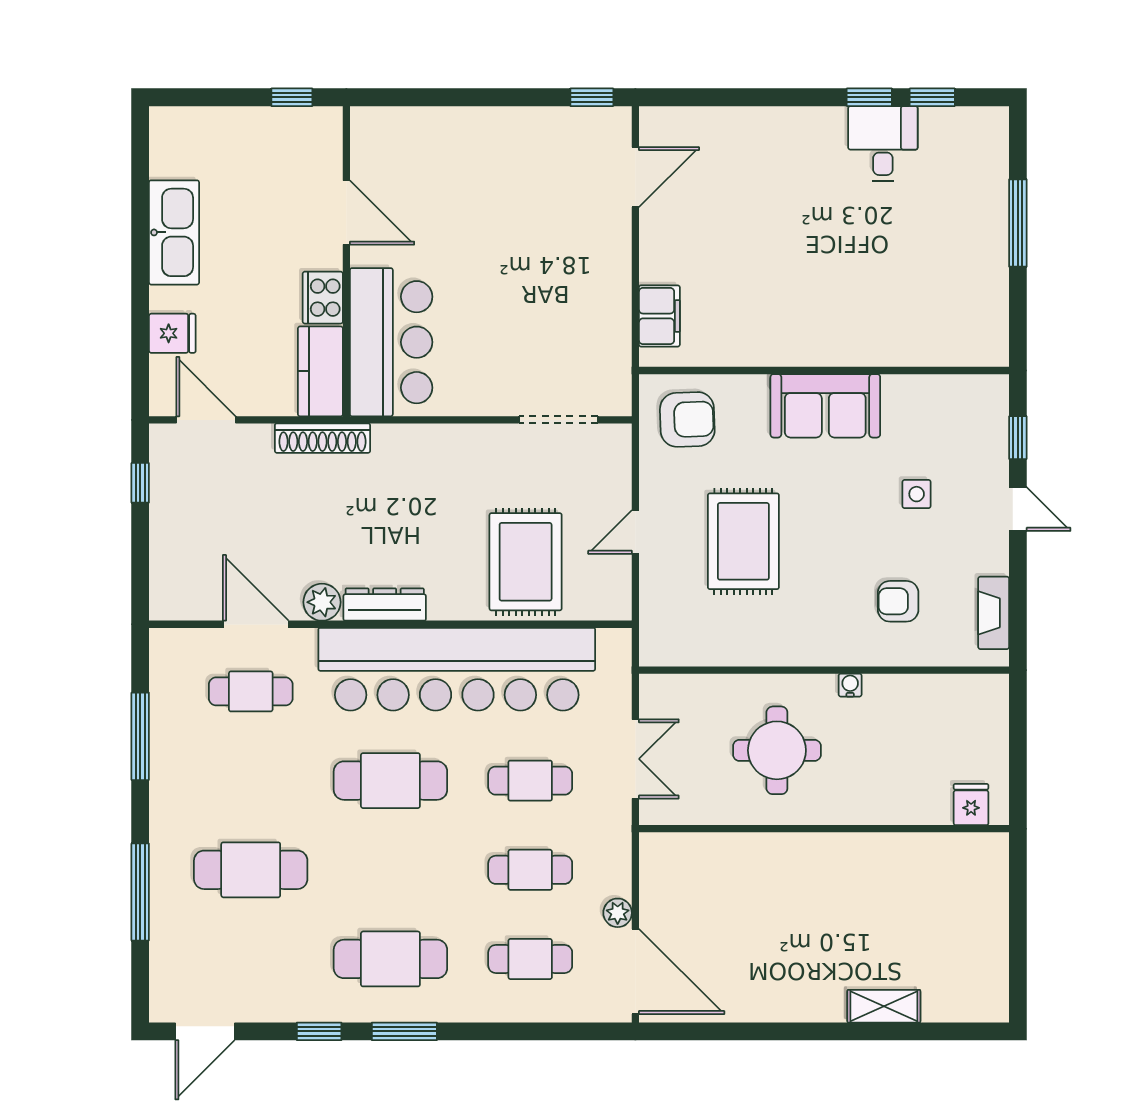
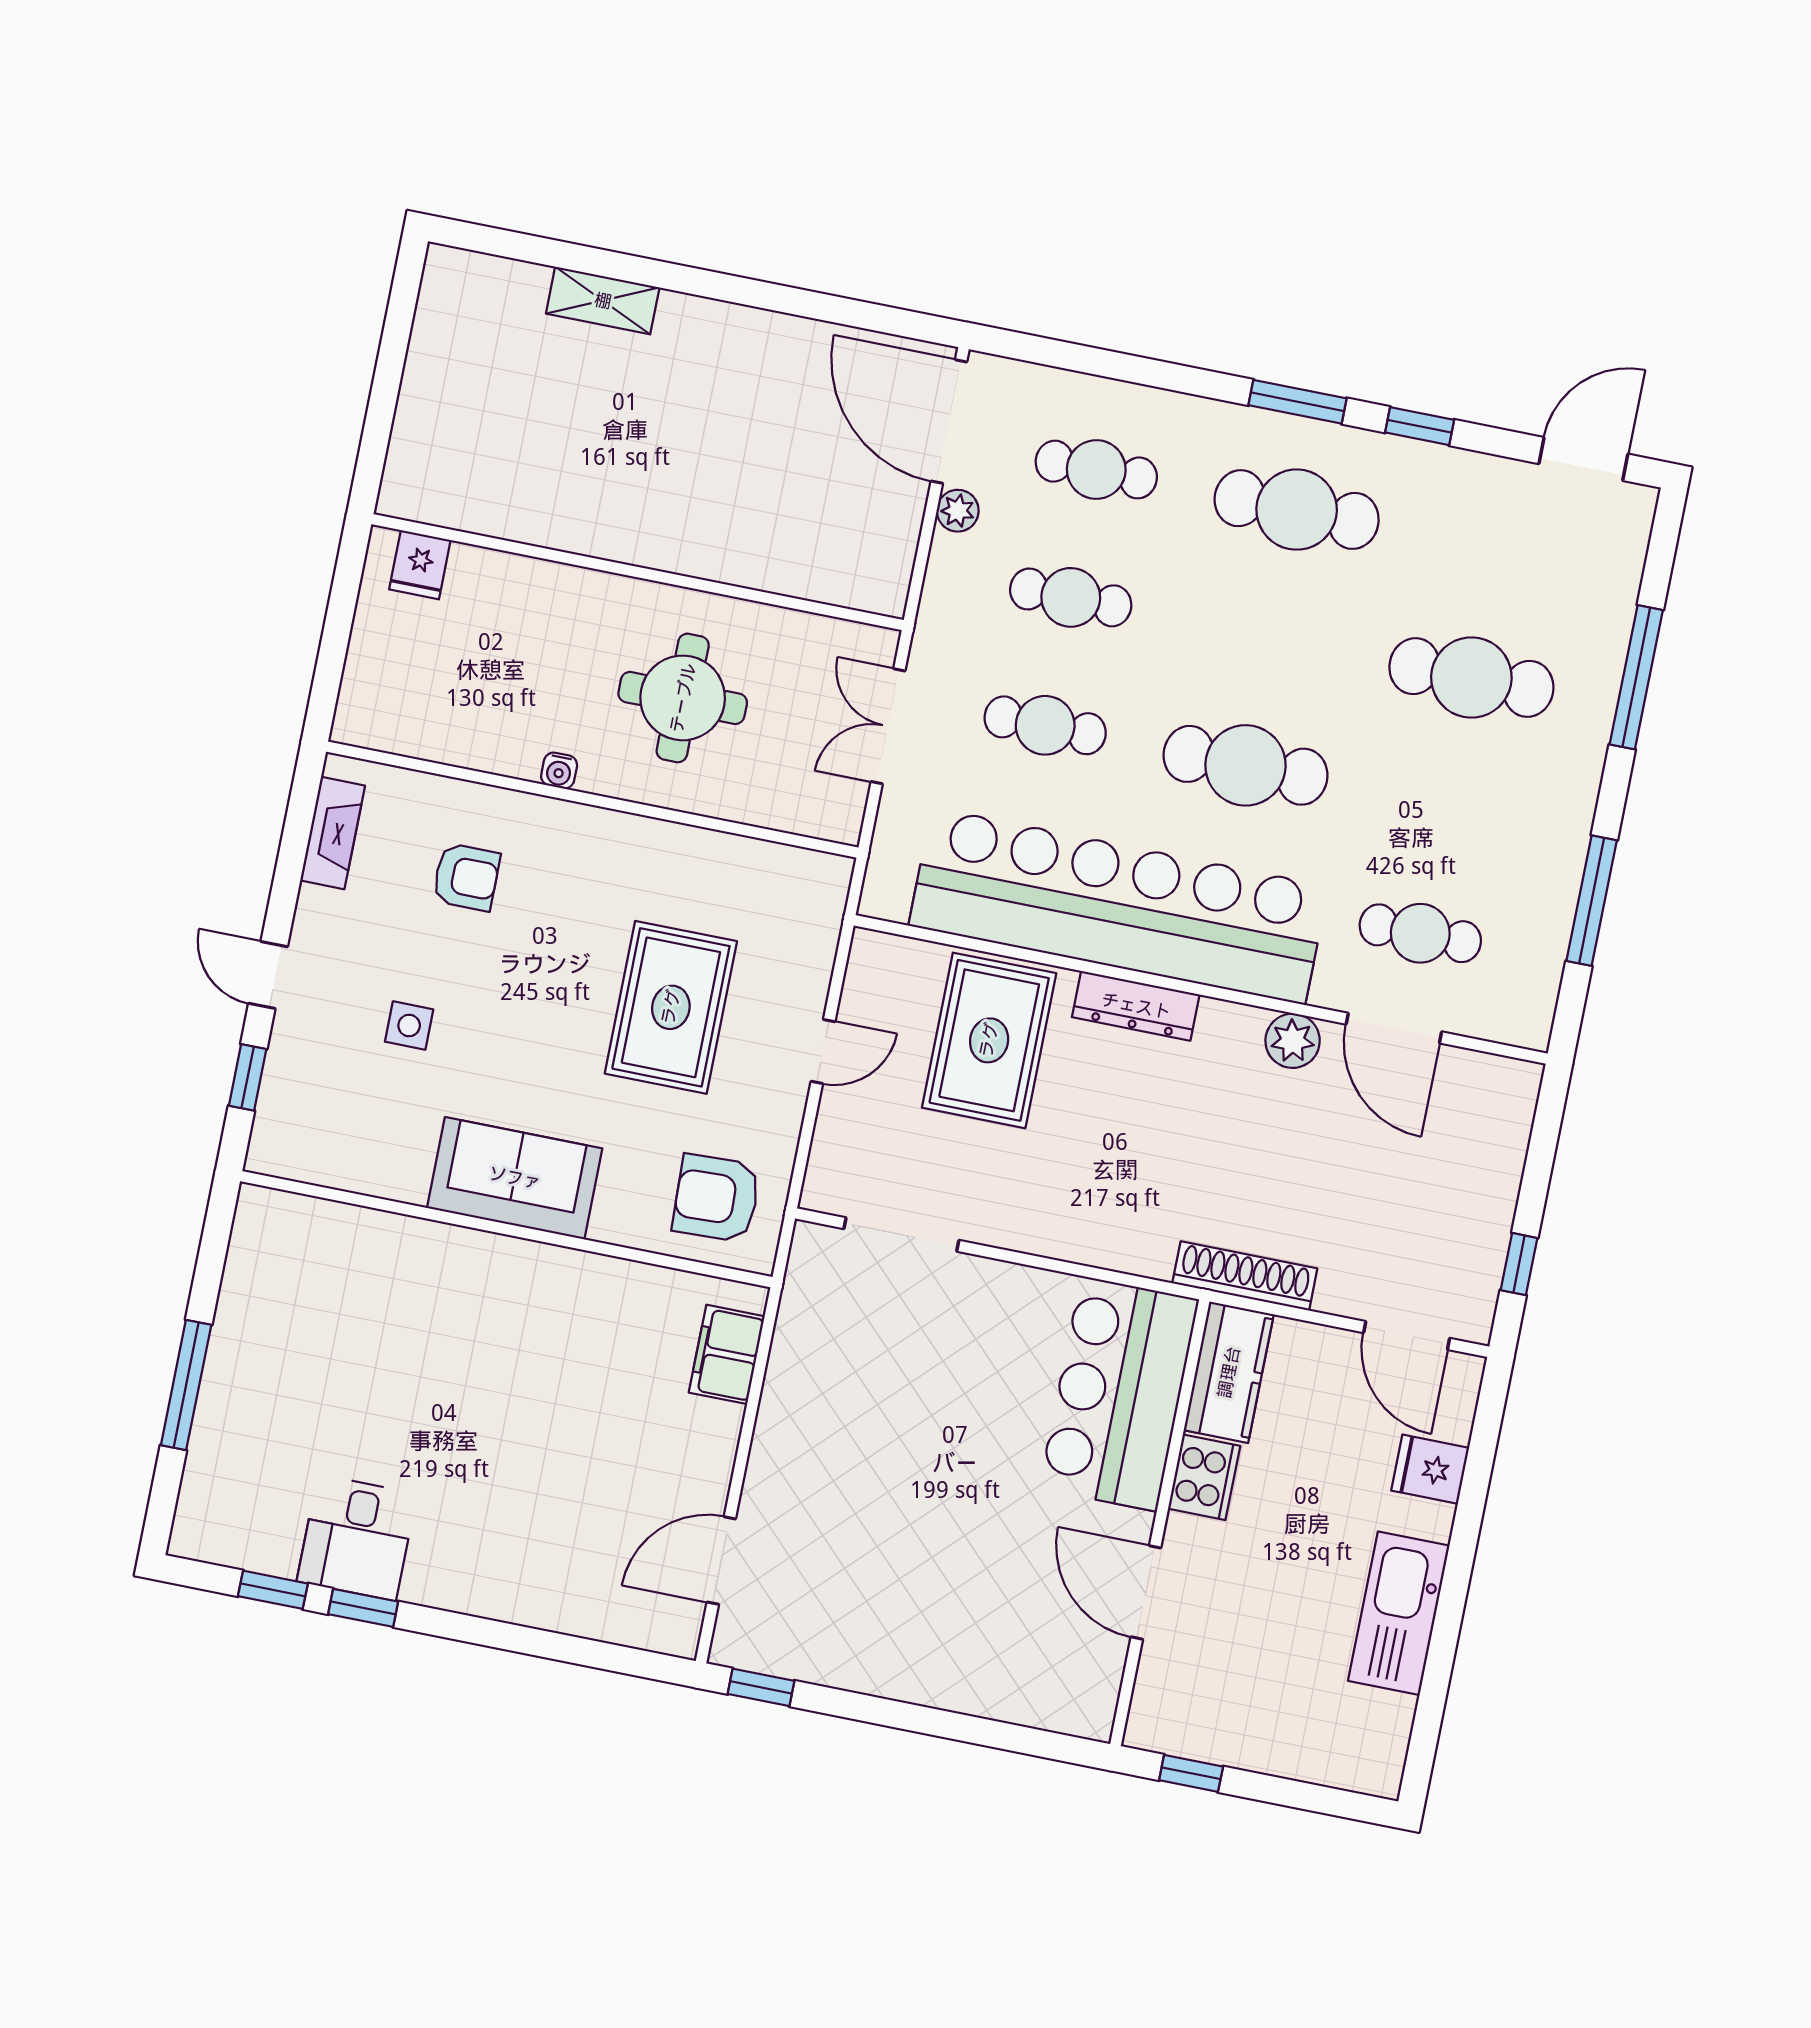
dresser: (385, 605) -> (1136, 1006), moved

